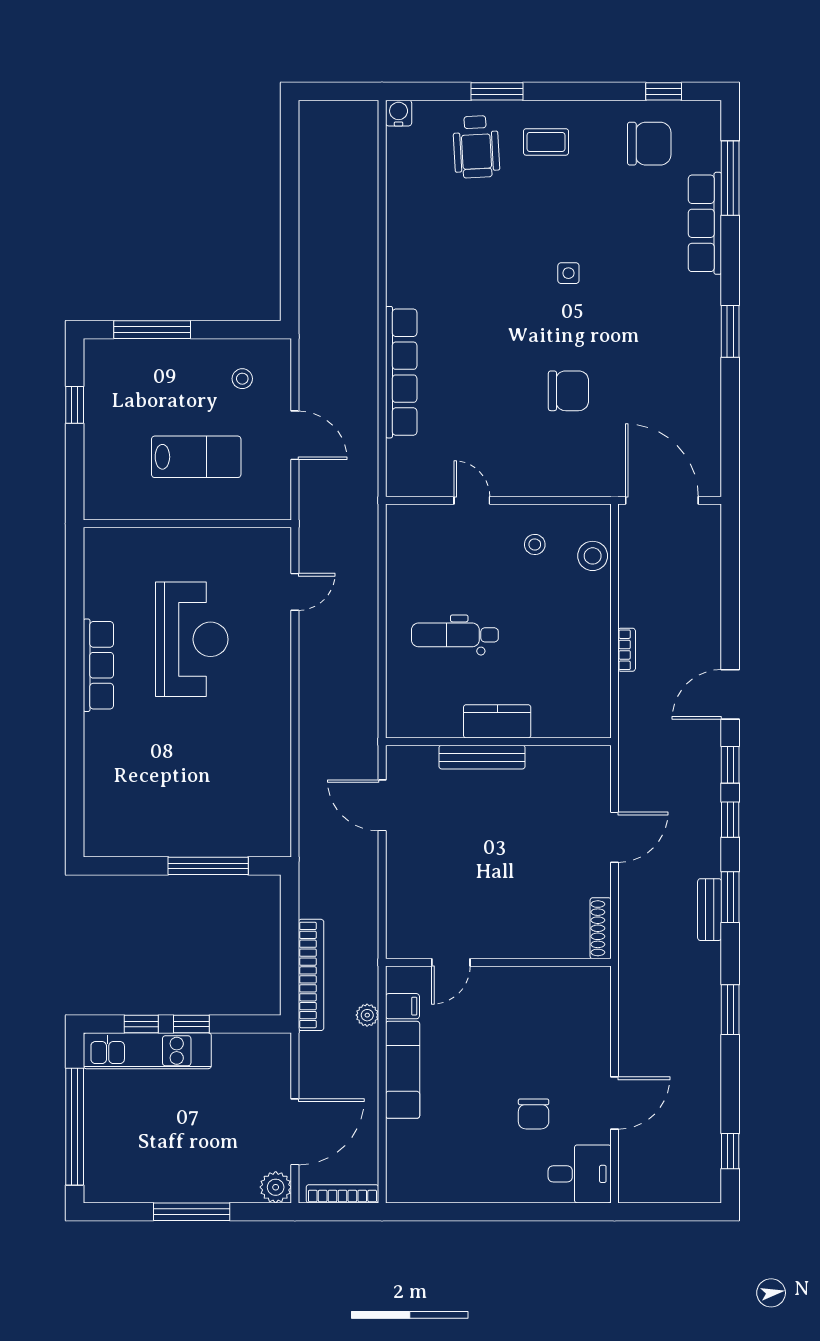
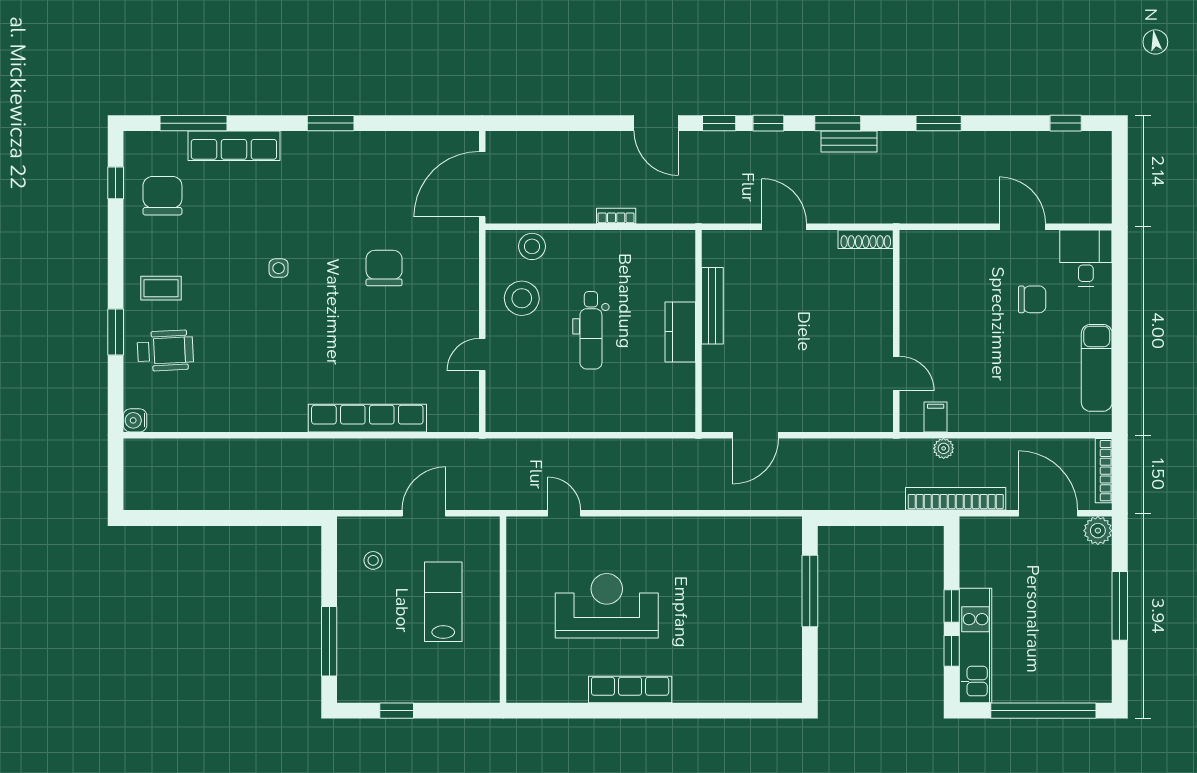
coffee table: (546, 142) -> (161, 288), turned 90
stool: (535, 544) -> (522, 298), width x1.89, depth x1.89
dental chair: (455, 635) -> (591, 330), moved
bench: (482, 757) -> (712, 306), moved
bookcase: (311, 975) -> (956, 499), moved
exam couch: (403, 1070) -> (1097, 368), moved, turned -90

